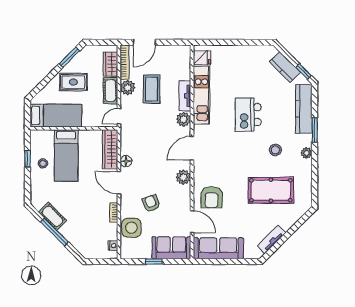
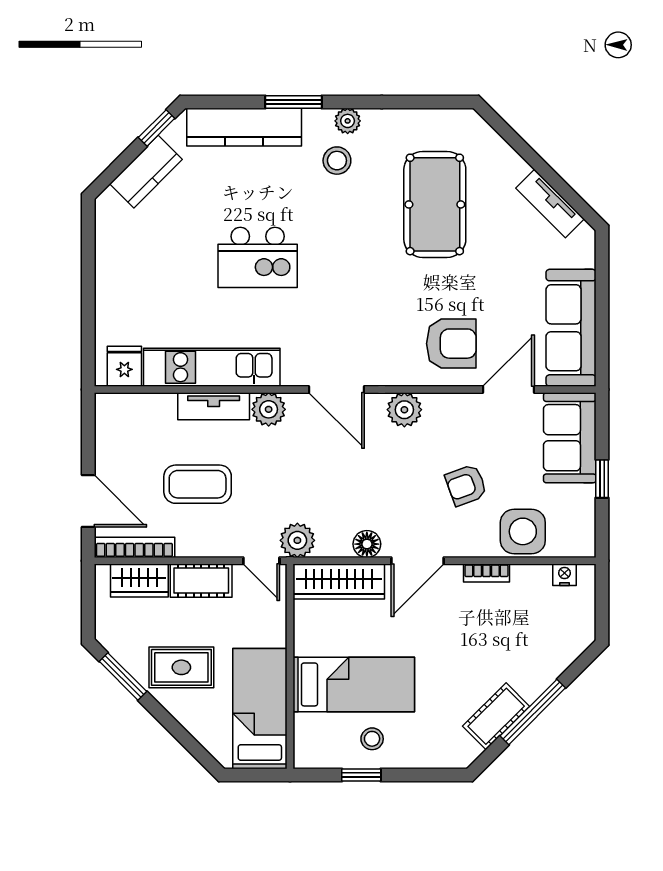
rug: (73, 82) -> (181, 667), turned 90
plant: (128, 88) -> (297, 540), moved
stool: (275, 150) -> (337, 161), moved

